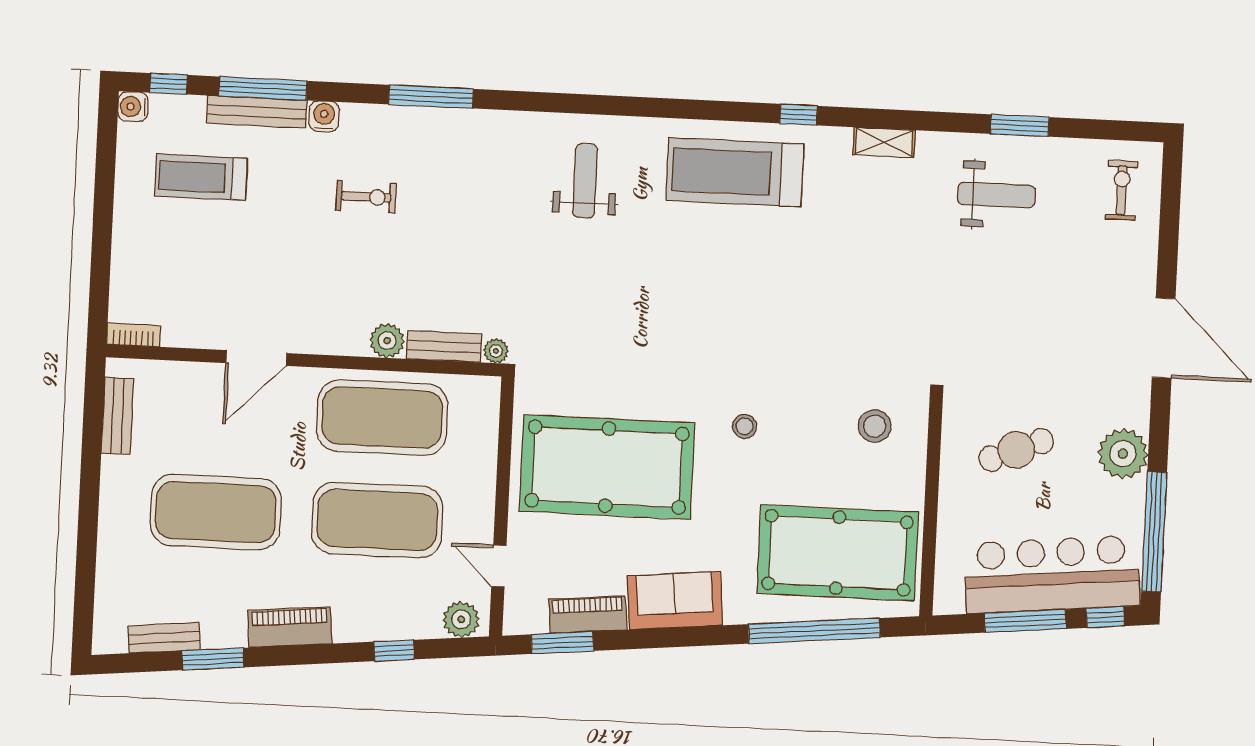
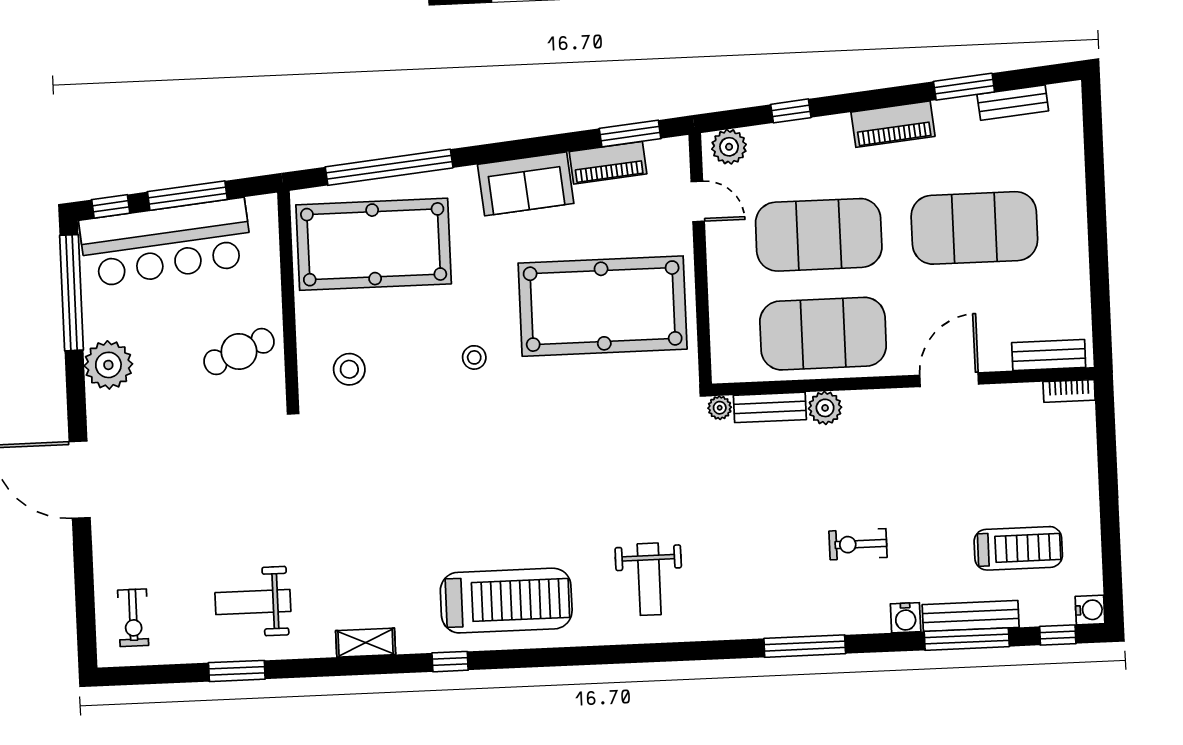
bench: (117, 416) -> (1049, 355), moved, turned 90
cafe table: (1016, 450) -> (239, 352), moved

